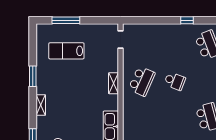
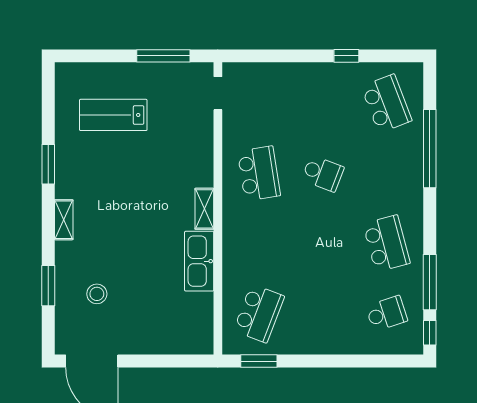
window: (66, 20) -> (163, 56), moved
school desk: (142, 81) -> (259, 173), turned -33
shelving: (113, 83) -> (204, 209), moved

